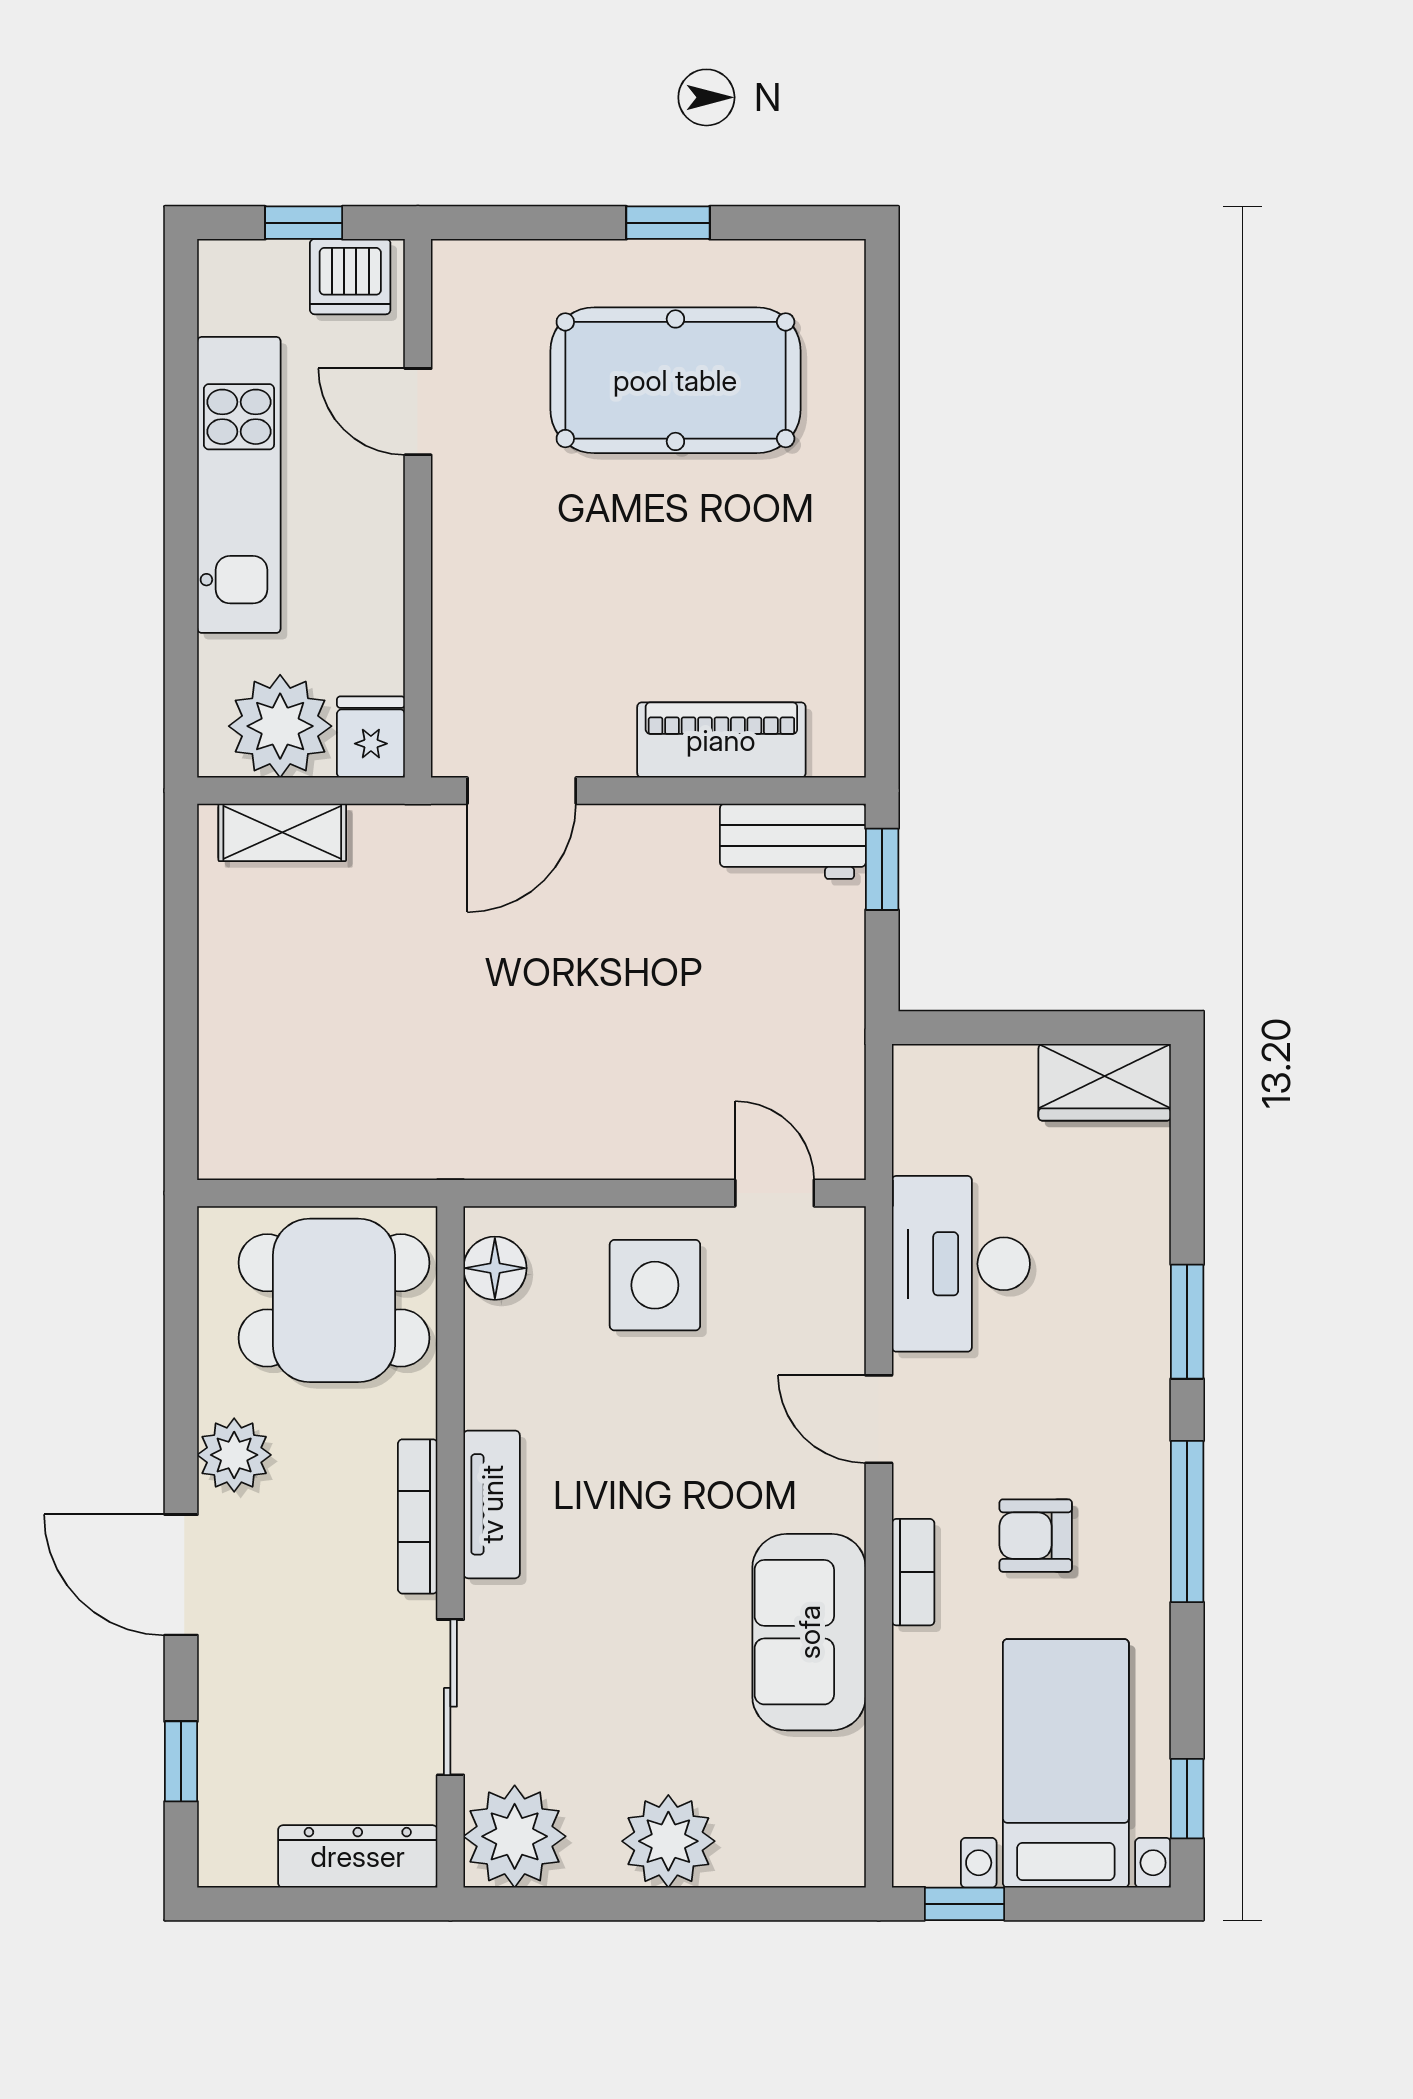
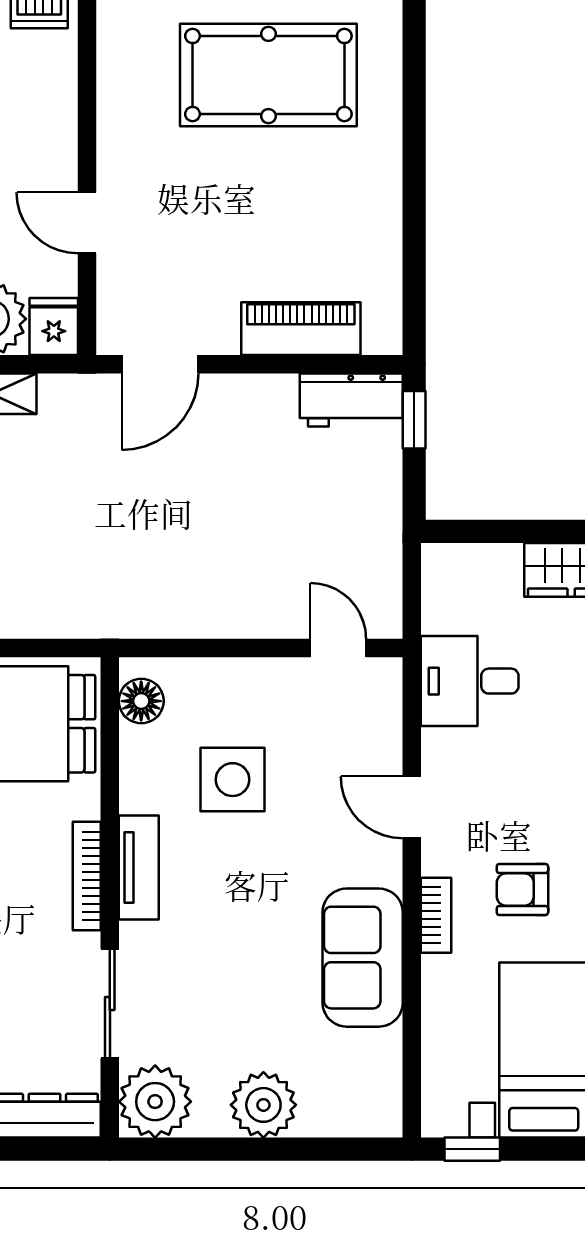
door: (418, 412) -> (87, 223), moved
desk: (961, 1264) -> (470, 681), width x0.73
side table: (655, 1285) -> (233, 780), moved

